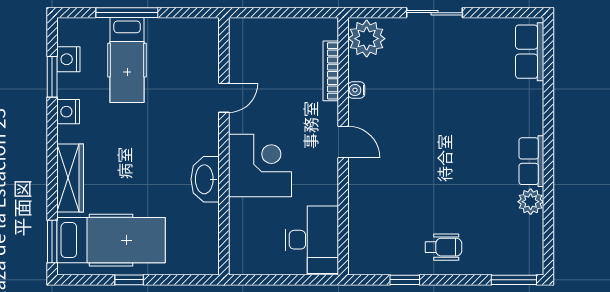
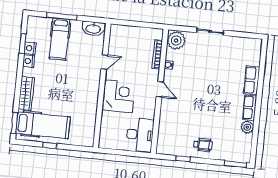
row of seats: (530, 52) -> (252, 80), moved
nightstand: (68, 59) -> (30, 48), moved
washbasin: (205, 179) -> (93, 29), moved, turned -90

